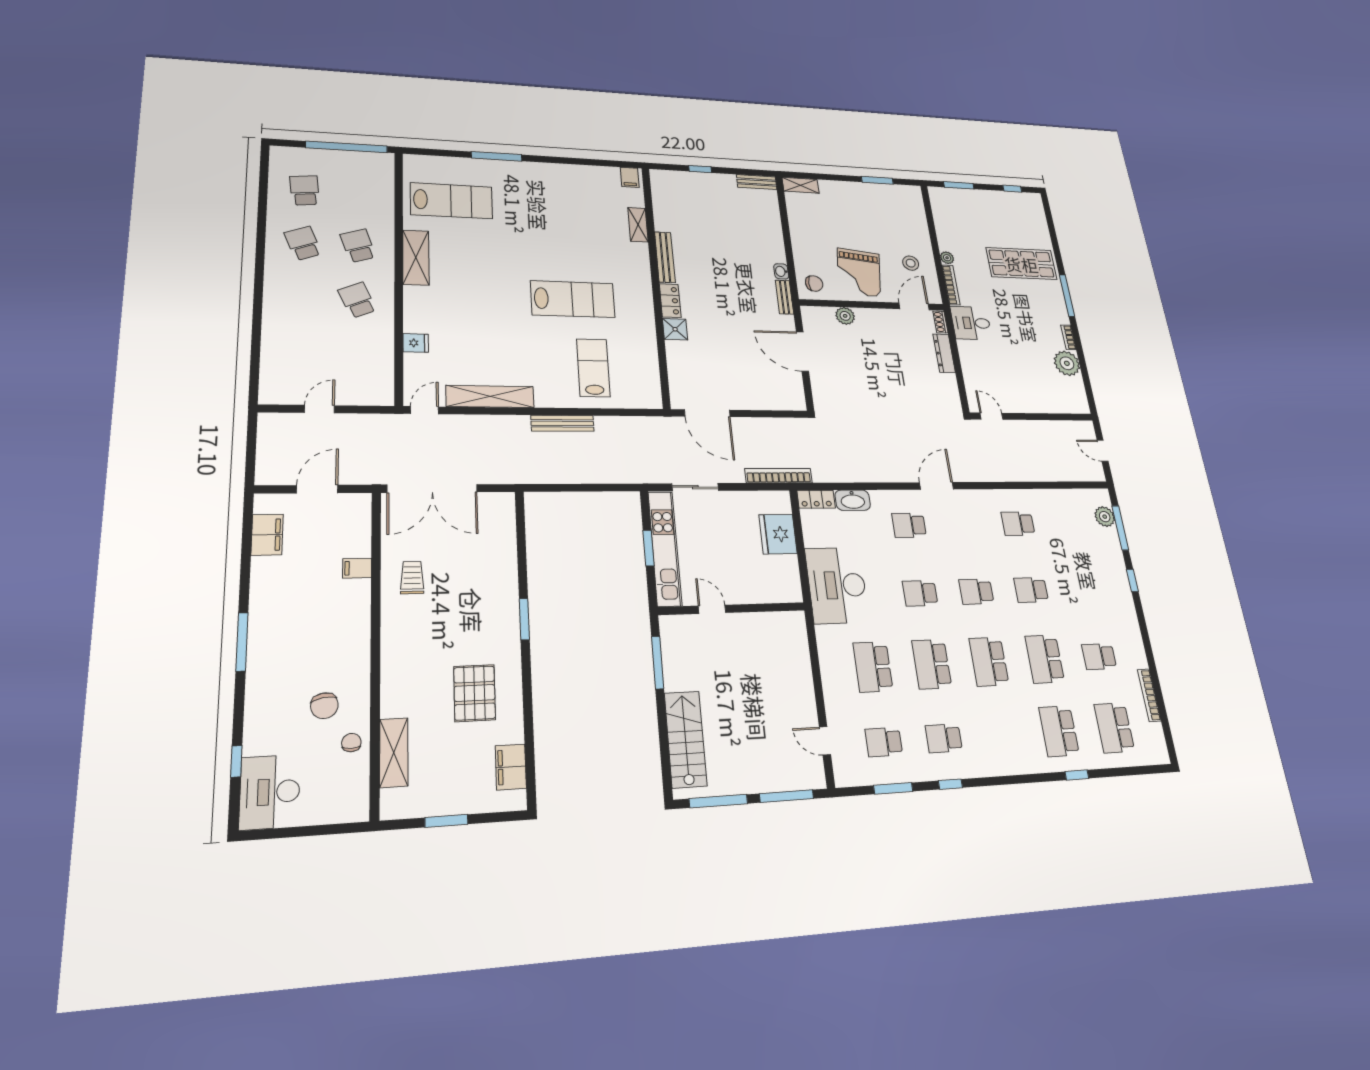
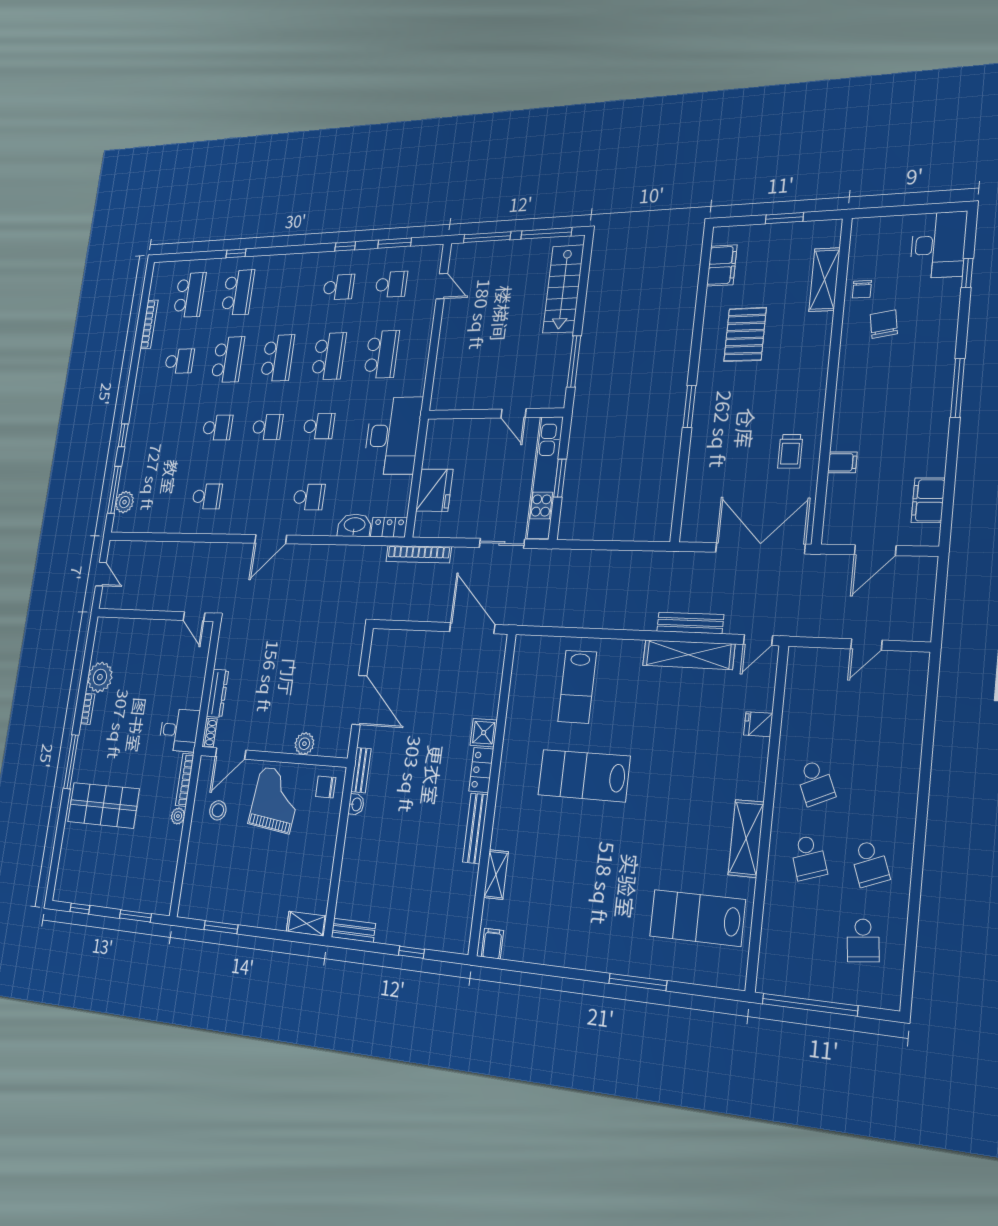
bench: (562, 423) -> (690, 623), moved

